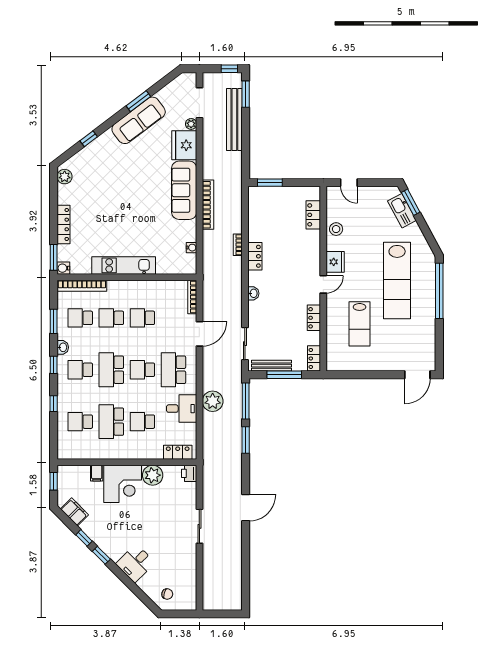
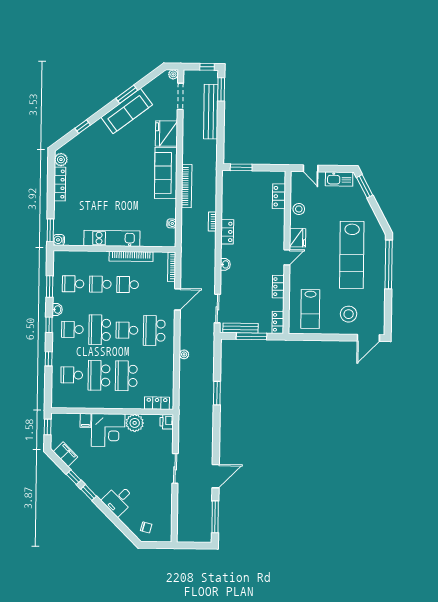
plant: (191, 124) -> (173, 74), moved
kitchen sink: (402, 211) -> (339, 179), moved, turned -62
locker: (64, 224) -> (60, 184), moved
bookcase: (82, 286) -> (131, 256), moved
lab bench: (360, 324) -> (310, 309), moved
stool: (394, 348) -> (349, 314), added
plant: (213, 401) -> (184, 354), width x0.53, depth x0.53
window: (246, 401) -> (215, 517), moved
desk: (182, 409) -> (161, 365), removed
school desk: (142, 422) -> (126, 376), width x1.85
door: (246, 508) -> (216, 476), moved

